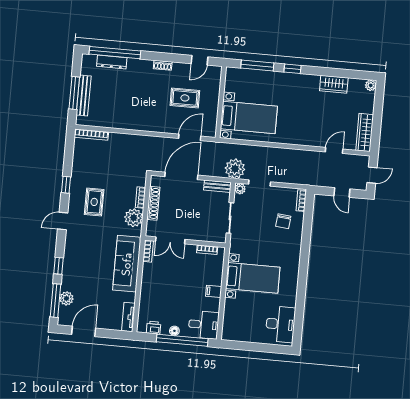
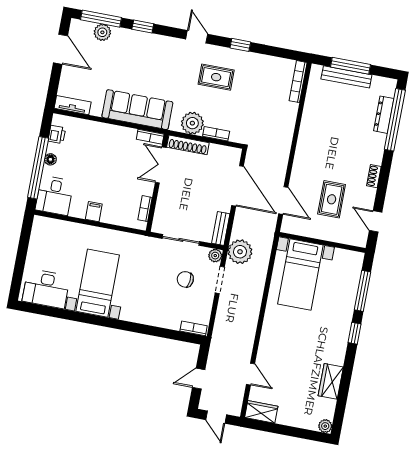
wardrobe: (365, 132) -> (261, 412), width x0.67
shoe rack: (153, 203) -> (188, 145), moved
chair: (283, 221) -> (185, 279), moved
bed with nightstands: (253, 278) -> (98, 283), moved, turned 180

